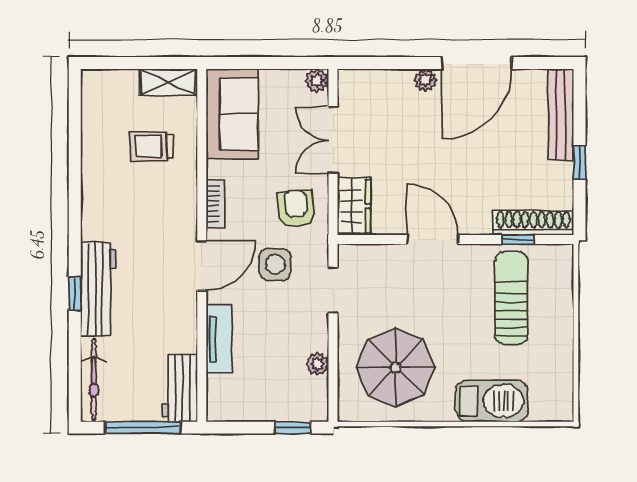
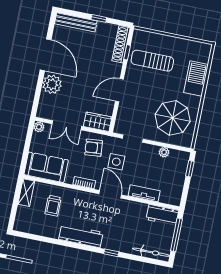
plant: (425, 80) -> (52, 84), width x1.87, depth x1.87
workbench: (98, 289) -> (81, 236), moved

